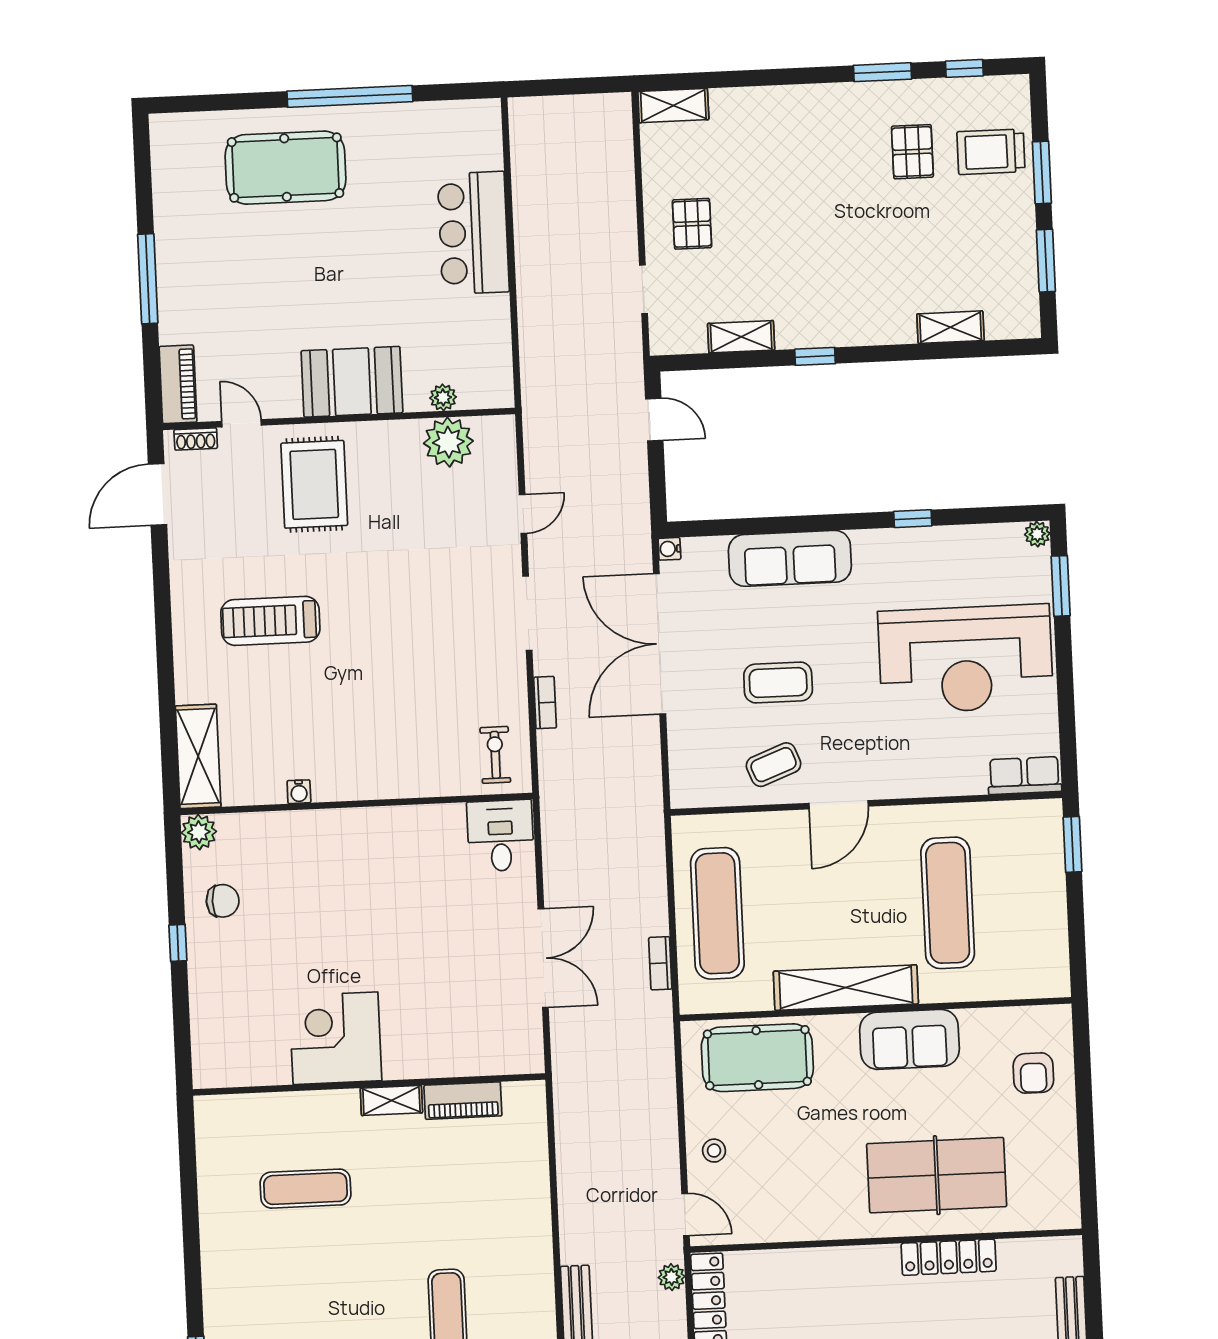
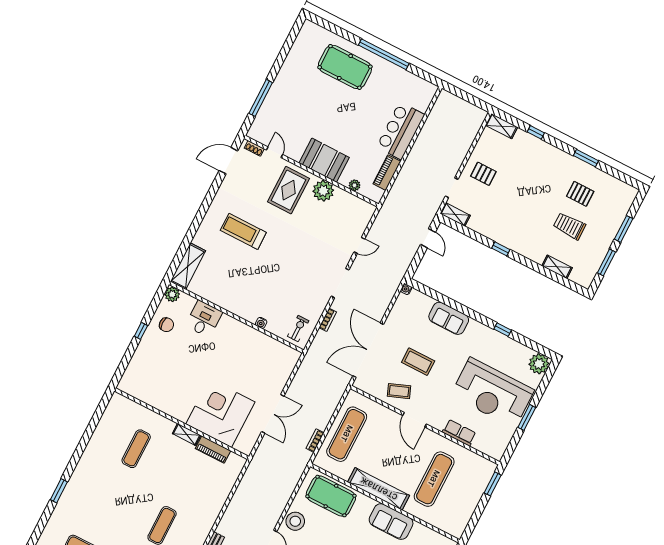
window: (964, 68) -> (536, 132), moved
pallet: (912, 152) -> (580, 194), turned 90
trolley: (991, 152) -> (569, 226), moved
pallet: (692, 224) -> (483, 174), turned 90
window: (148, 279) -> (261, 98), moved
shelving: (741, 337) -> (455, 214), moved
piano: (178, 384) -> (387, 173), moved, turned 180
plant: (448, 442) -> (323, 191), moved
plant: (1037, 534) -> (539, 364), width x1.88, depth x1.88
sofa: (790, 558) -> (449, 318), width x0.73
window: (1061, 586) -> (527, 417), moved
double door: (660, 644) -> (368, 350), moved
row of seats: (1024, 776) -> (459, 433), moved
water cooler: (299, 792) -> (261, 323), moved
door: (839, 805) -> (415, 420), hinge flipped
desk: (500, 836) -> (204, 319), moved
corner desk: (335, 1038) -> (220, 413), moved, width x1.36, depth x1.36
stool: (714, 1151) -> (295, 521), width x1.89, depth x1.89
exercise mat: (305, 1189) -> (136, 449), turned 90

